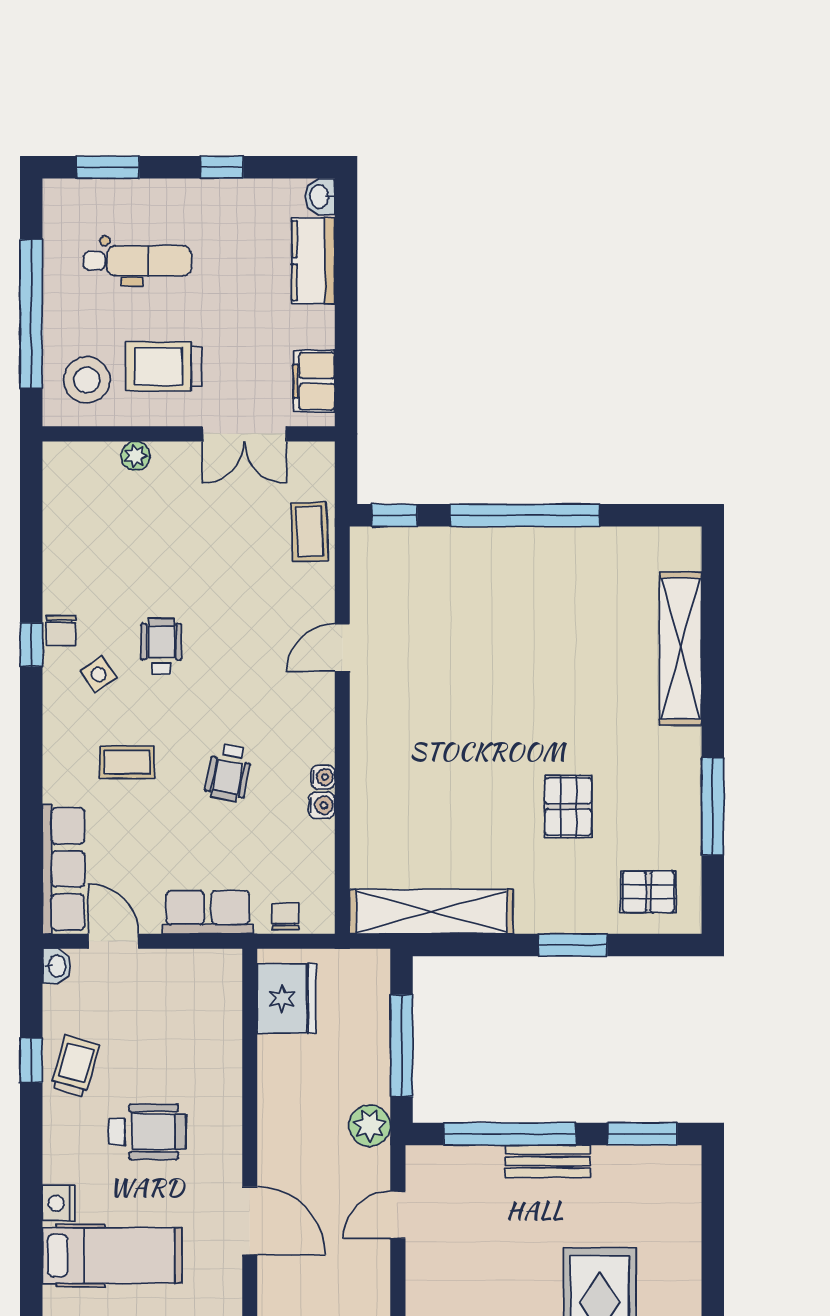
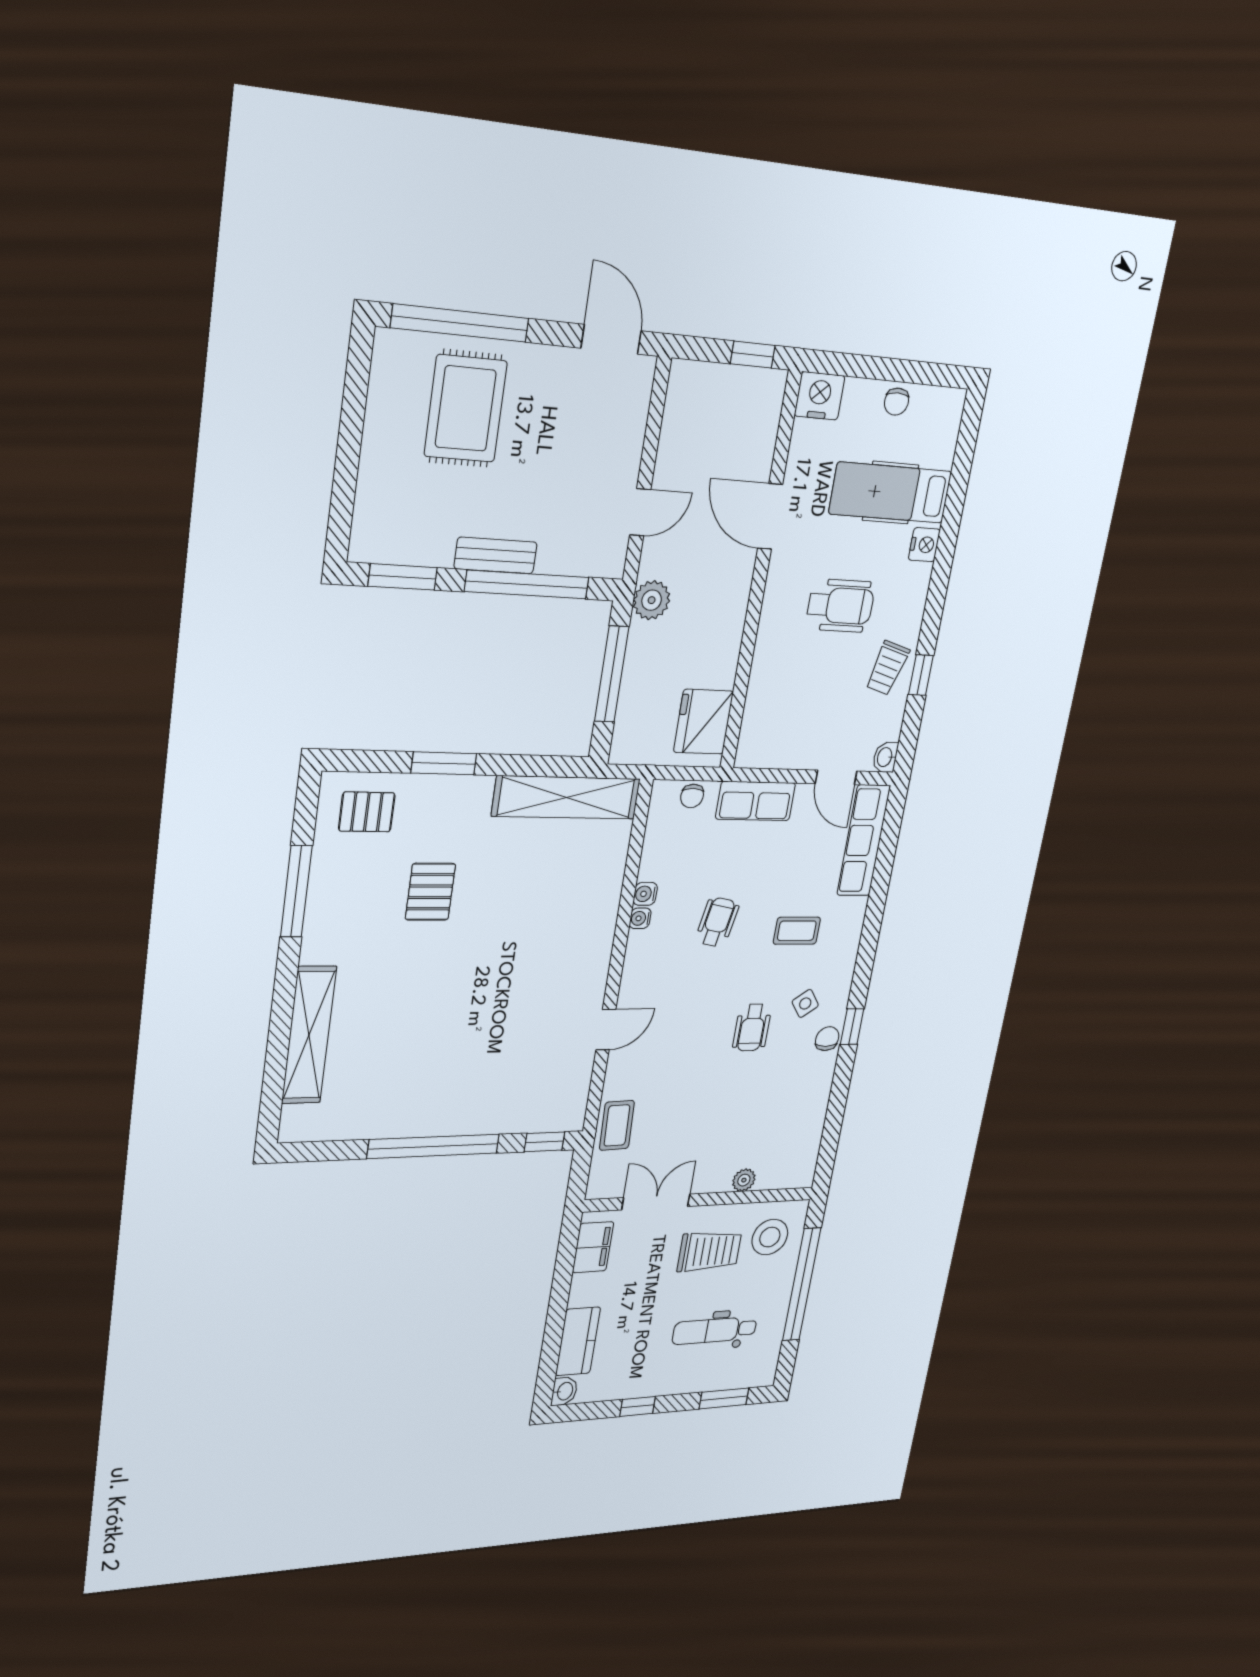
wheelchair: (147, 1132) -> (840, 606), turned 180

